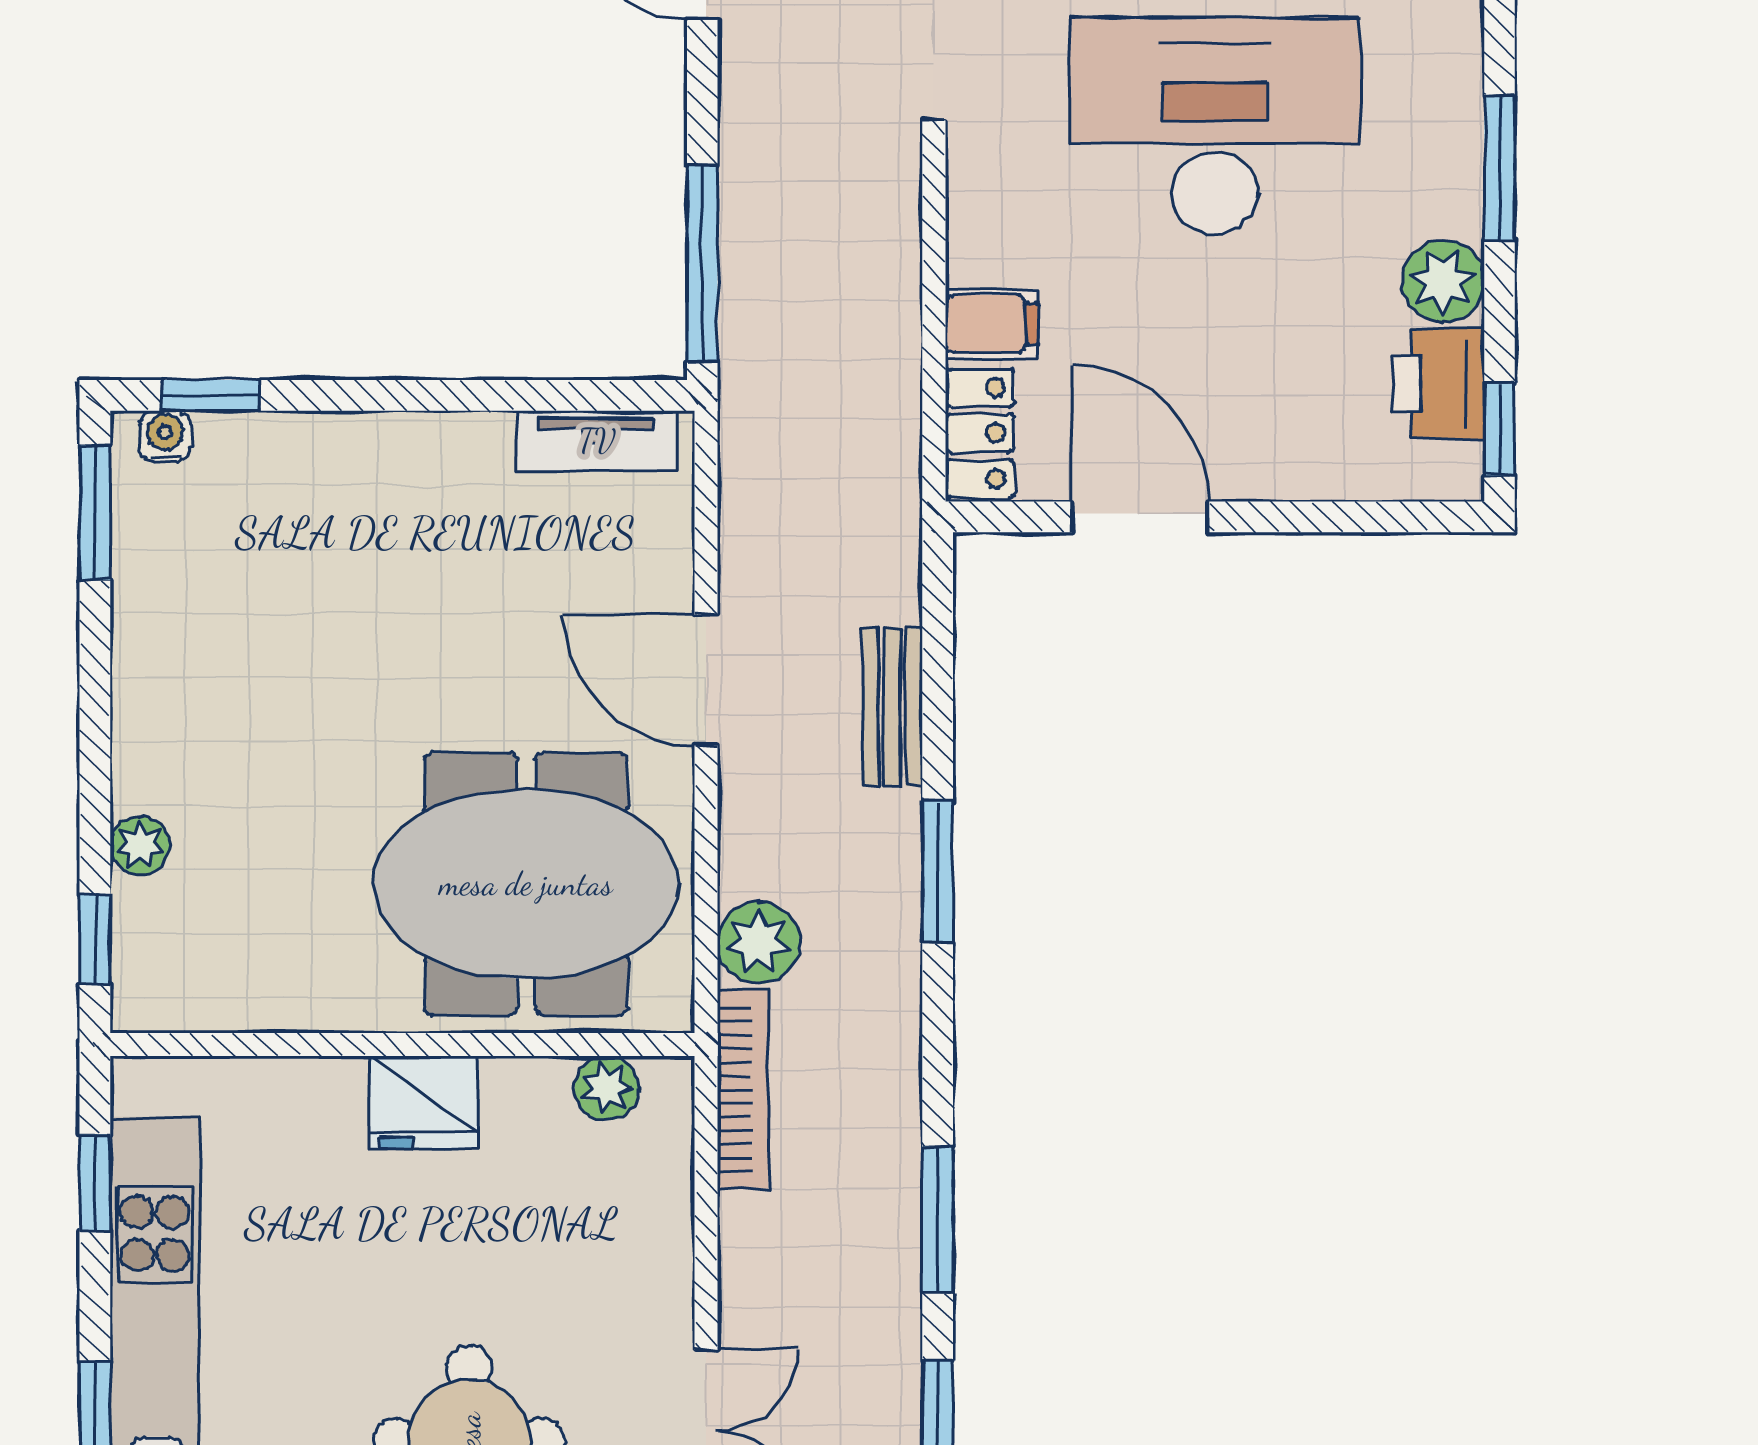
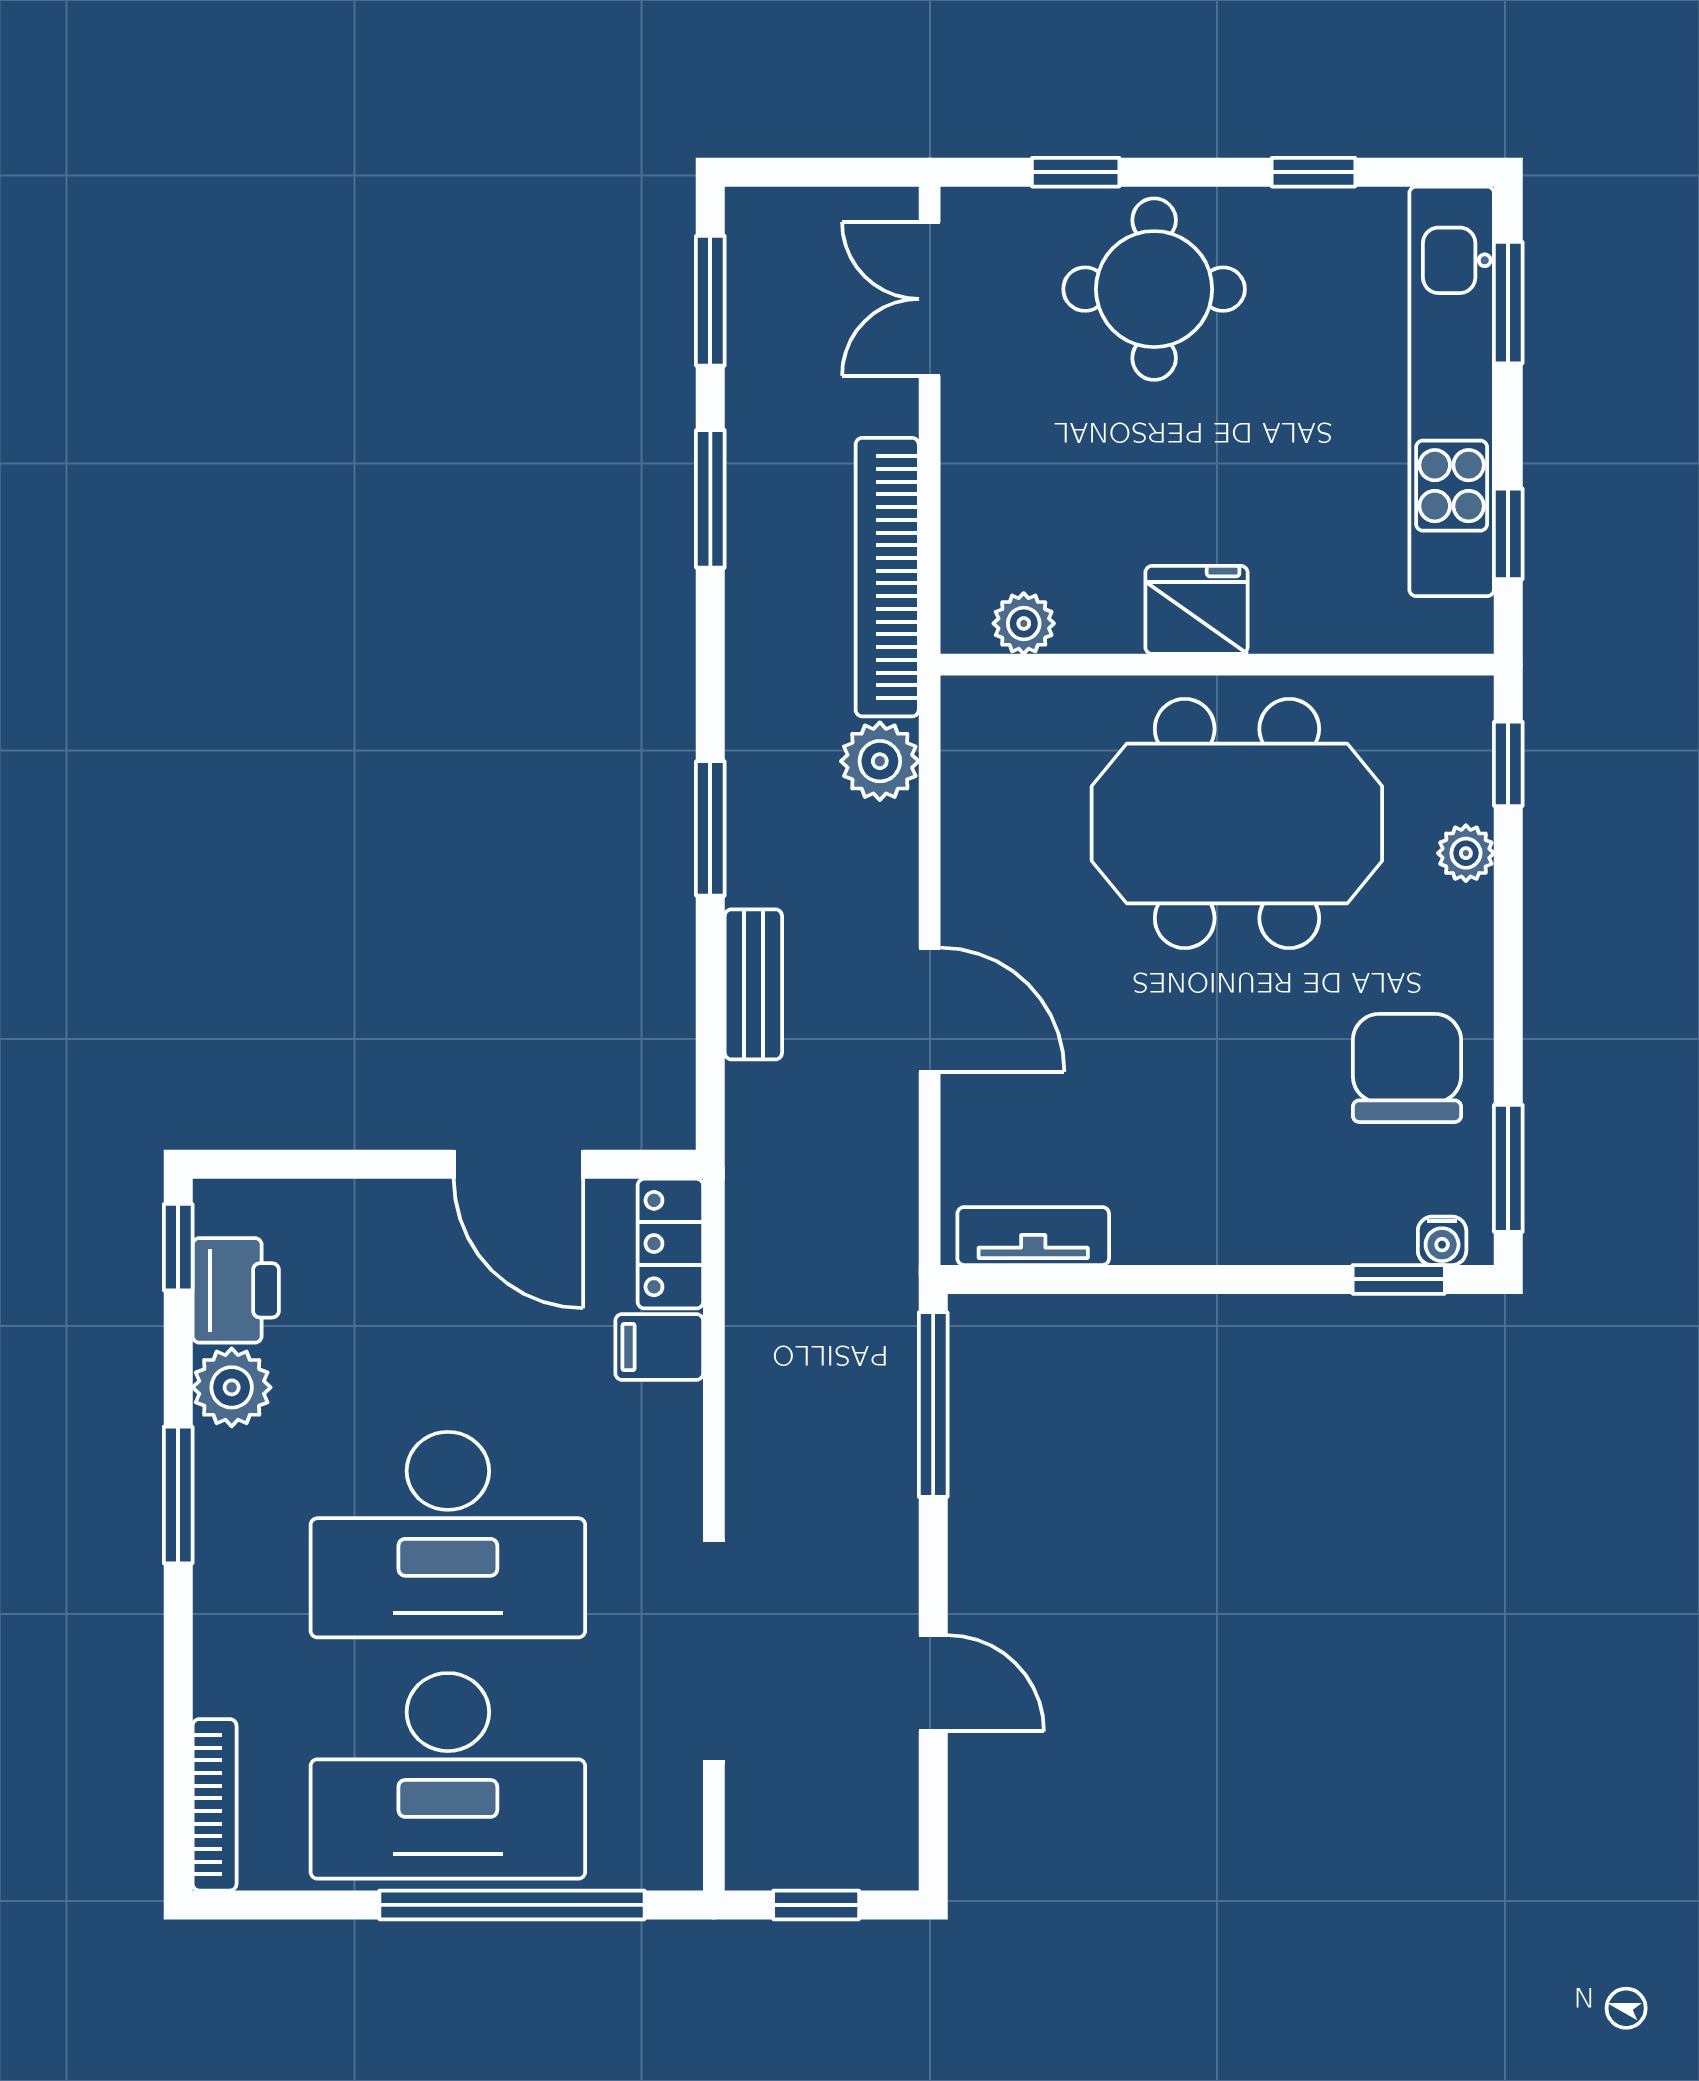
chair: (202, 619) -> (1407, 1068), added
meeting table: (526, 884) -> (1237, 824), moved
bookcase: (743, 1089) -> (887, 577), width x1.48, depth x1.31

